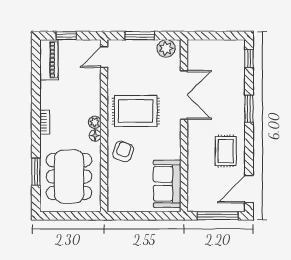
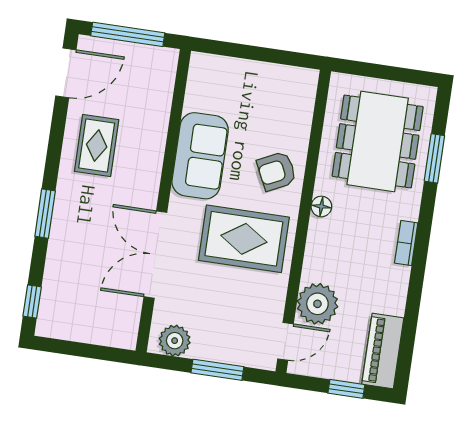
plant: (95, 122) -> (317, 304), moved, width x1.88, depth x1.88
armchair: (123, 152) -> (277, 171), turned 44
sofa: (167, 184) -> (200, 156), moved

